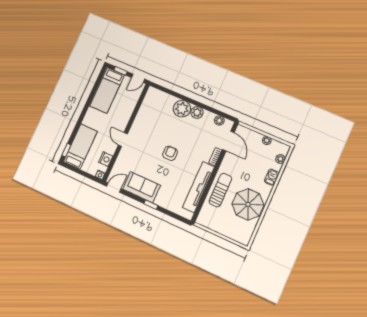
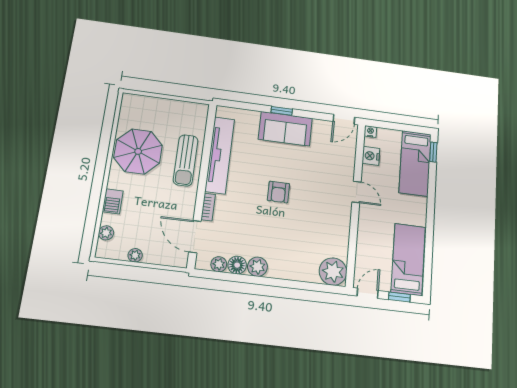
plant: (182, 109) -> (333, 272), moved
floor lamp: (209, 117) -> (237, 265), added
sofa: (142, 187) -> (285, 129), moved

